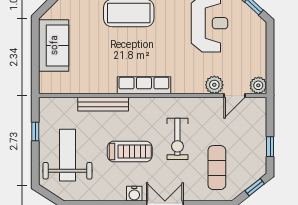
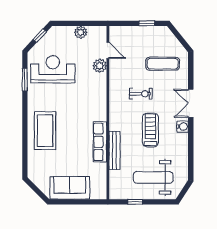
row of seats: (144, 85) -> (100, 142), moved
plant: (258, 85) -> (81, 32), moved
exercise bike: (177, 139) -> (141, 94), width x0.73, depth x0.72
window: (255, 187) -> (178, 35), removed

